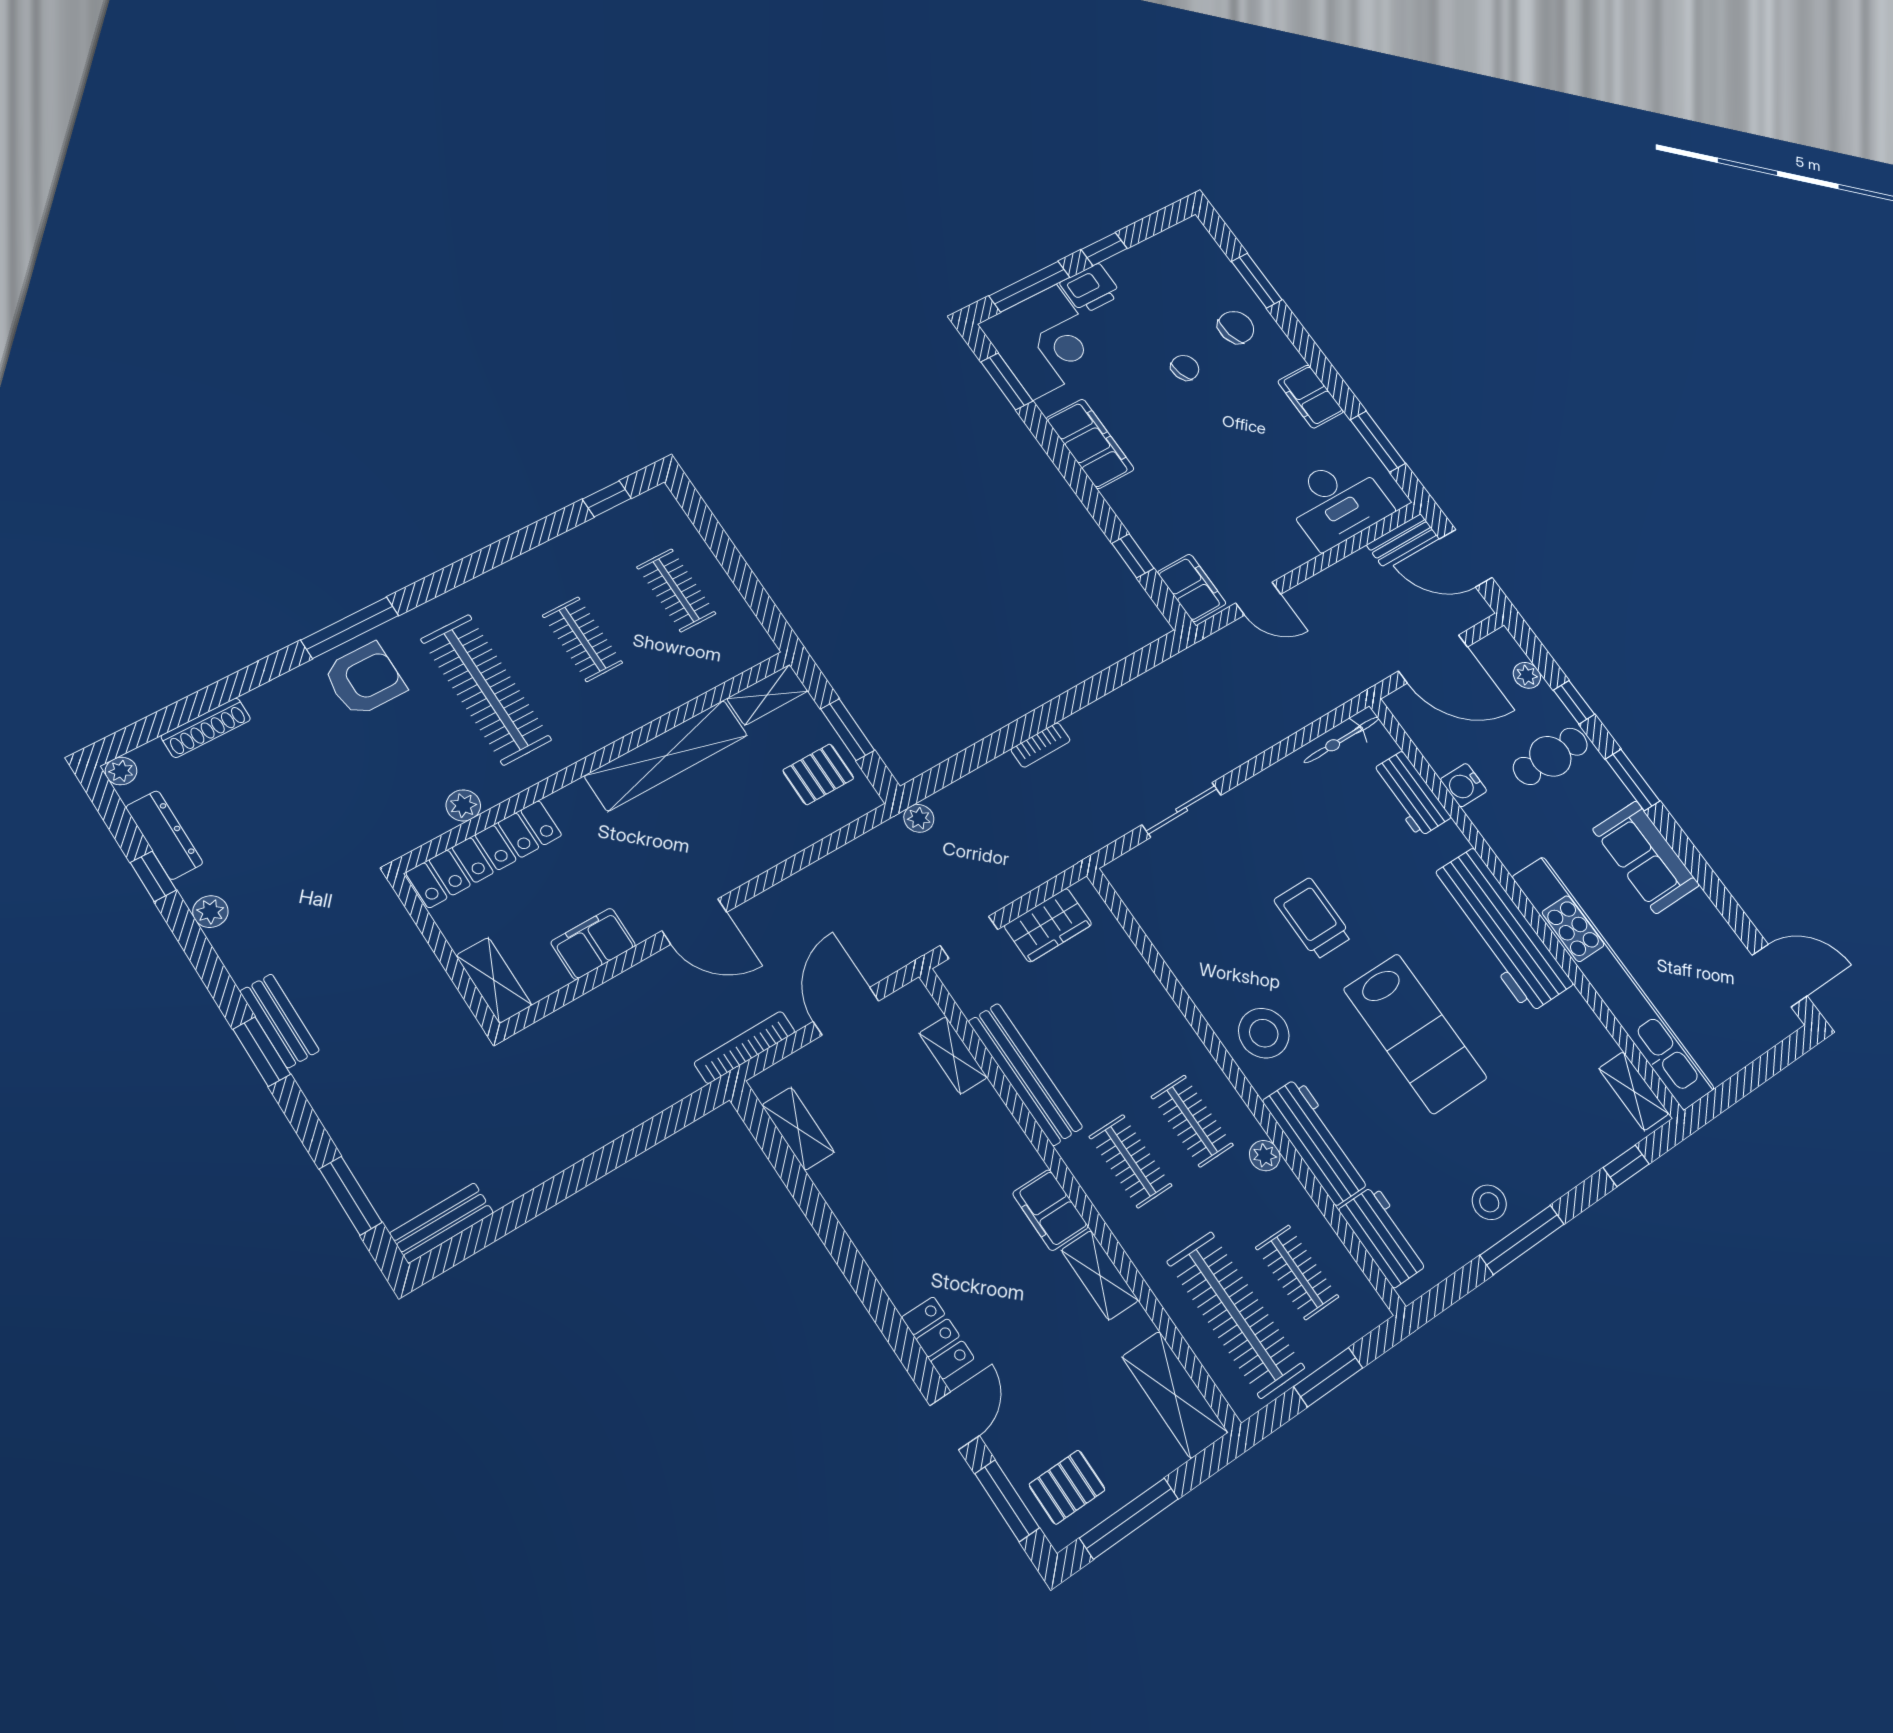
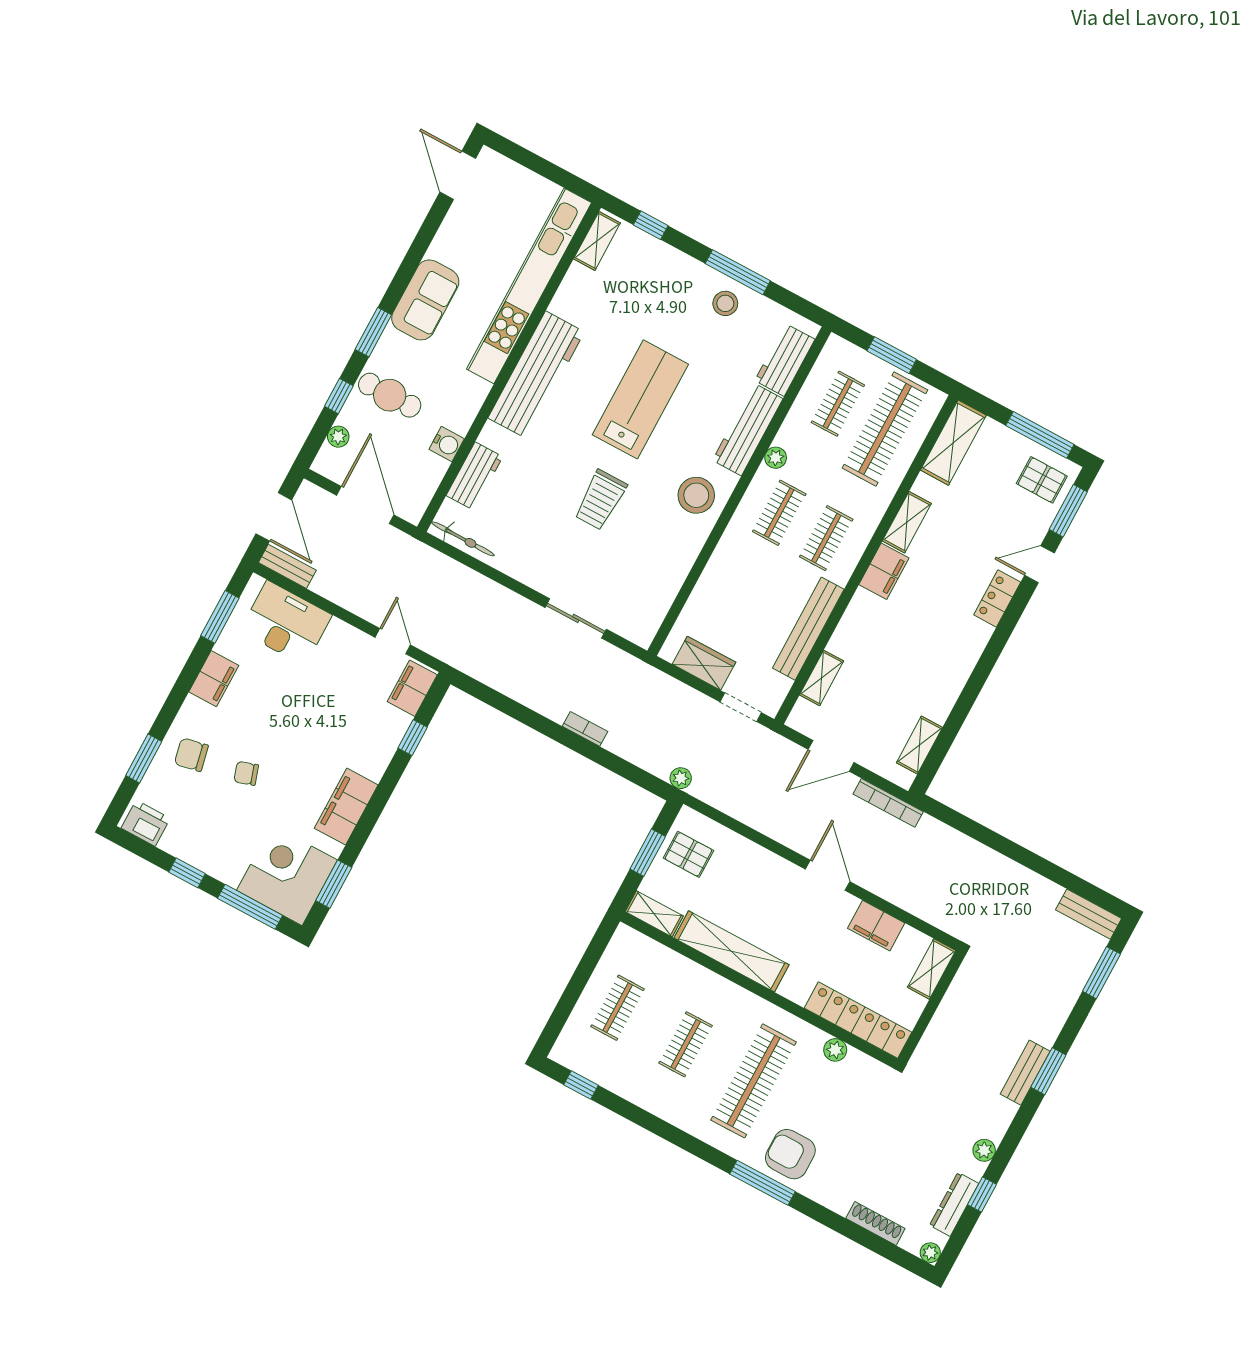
printer: (1091, 289) -> (146, 823), moved

